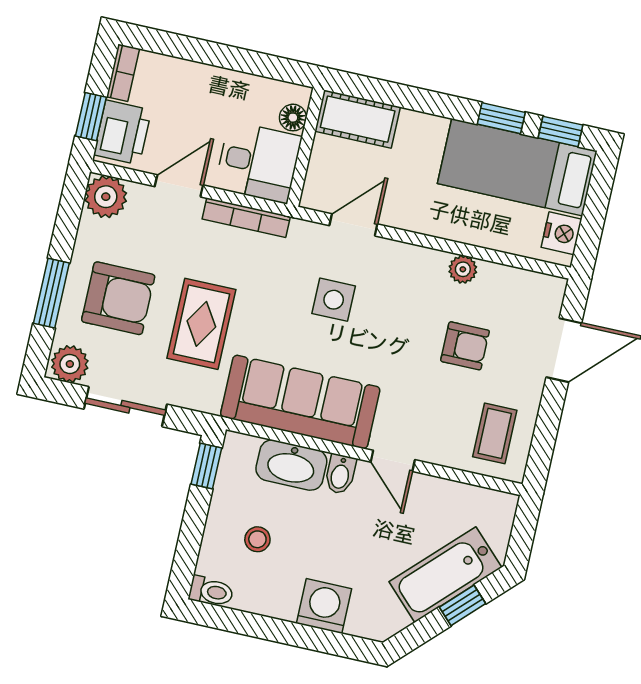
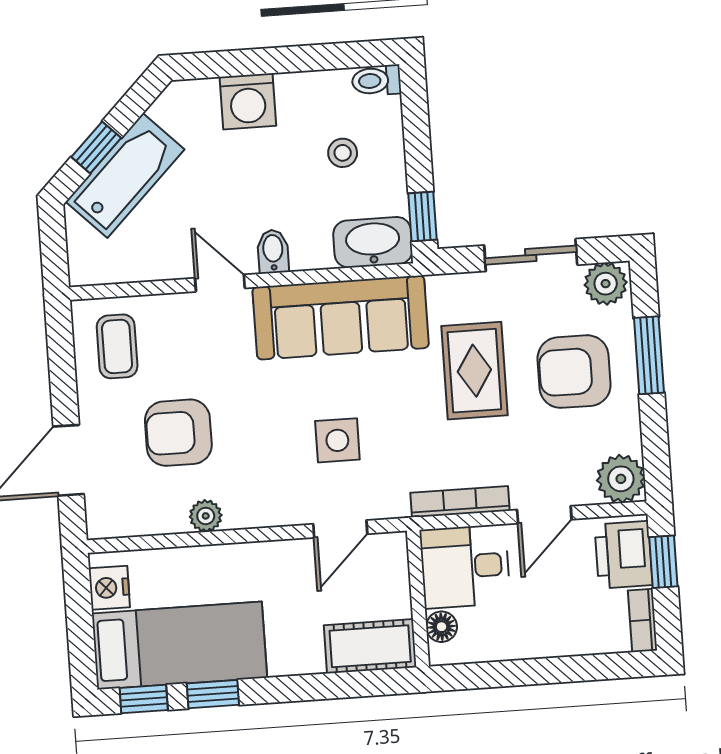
armchair: (465, 346) -> (178, 433), width x1.38, depth x1.38
washbasin: (291, 465) -> (373, 242), moved

